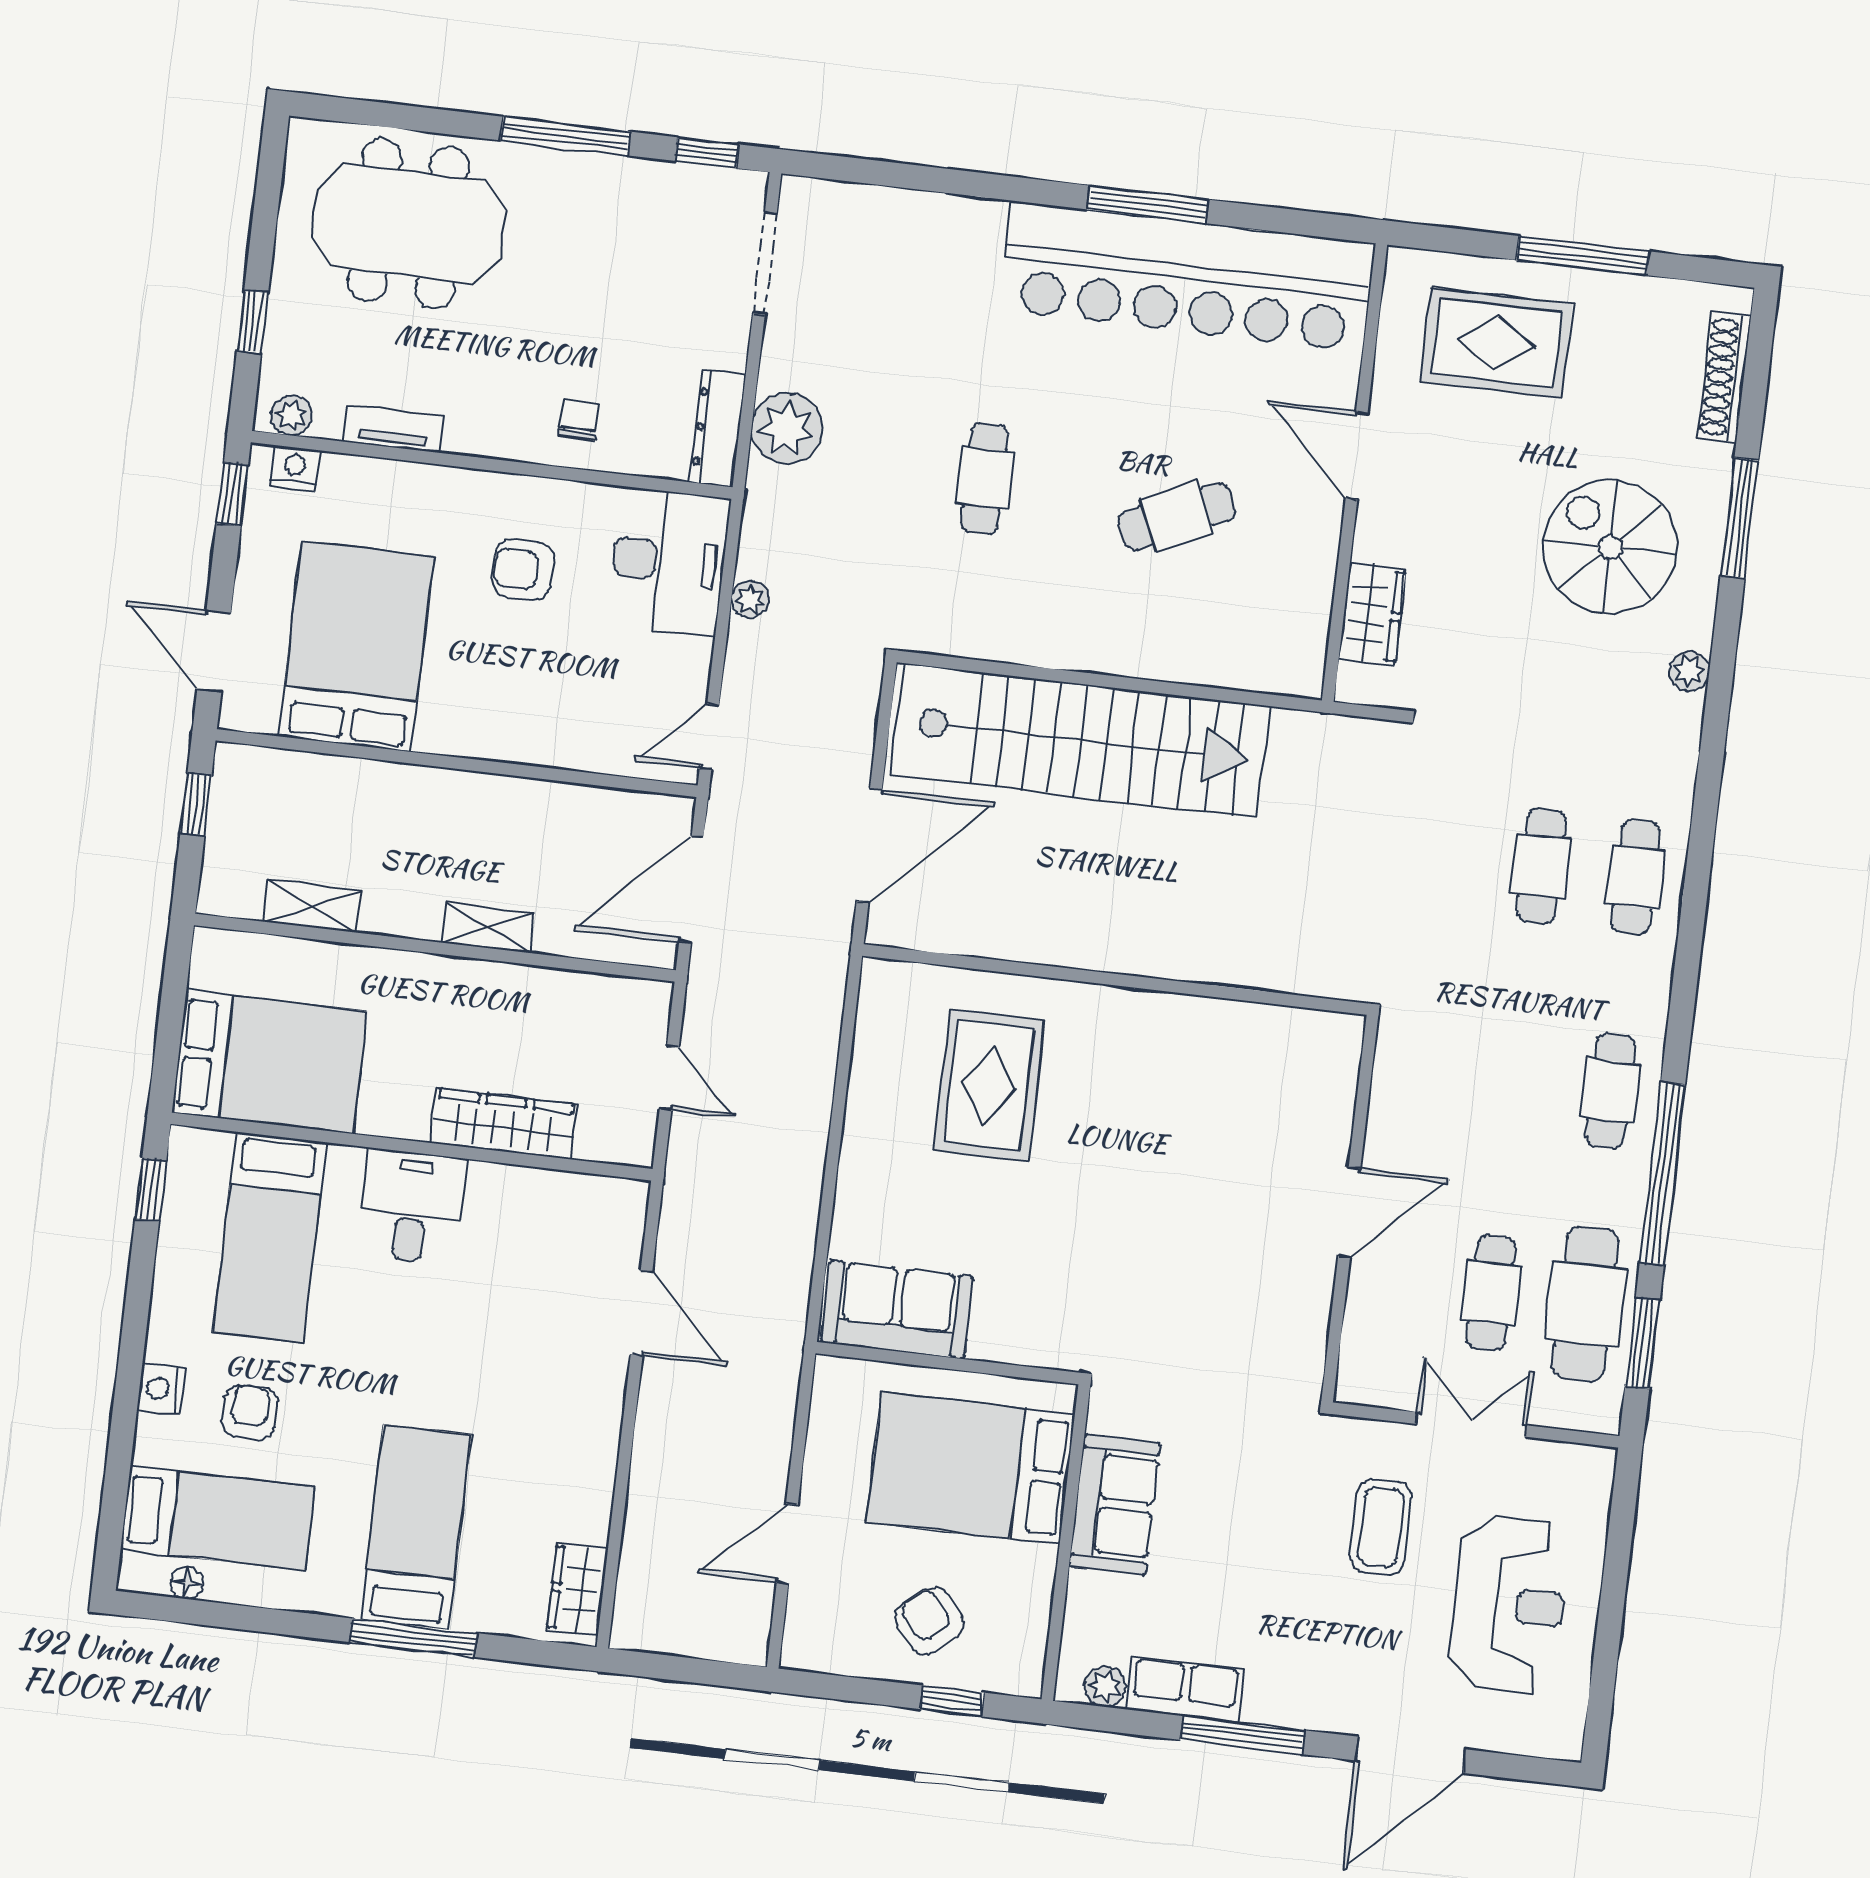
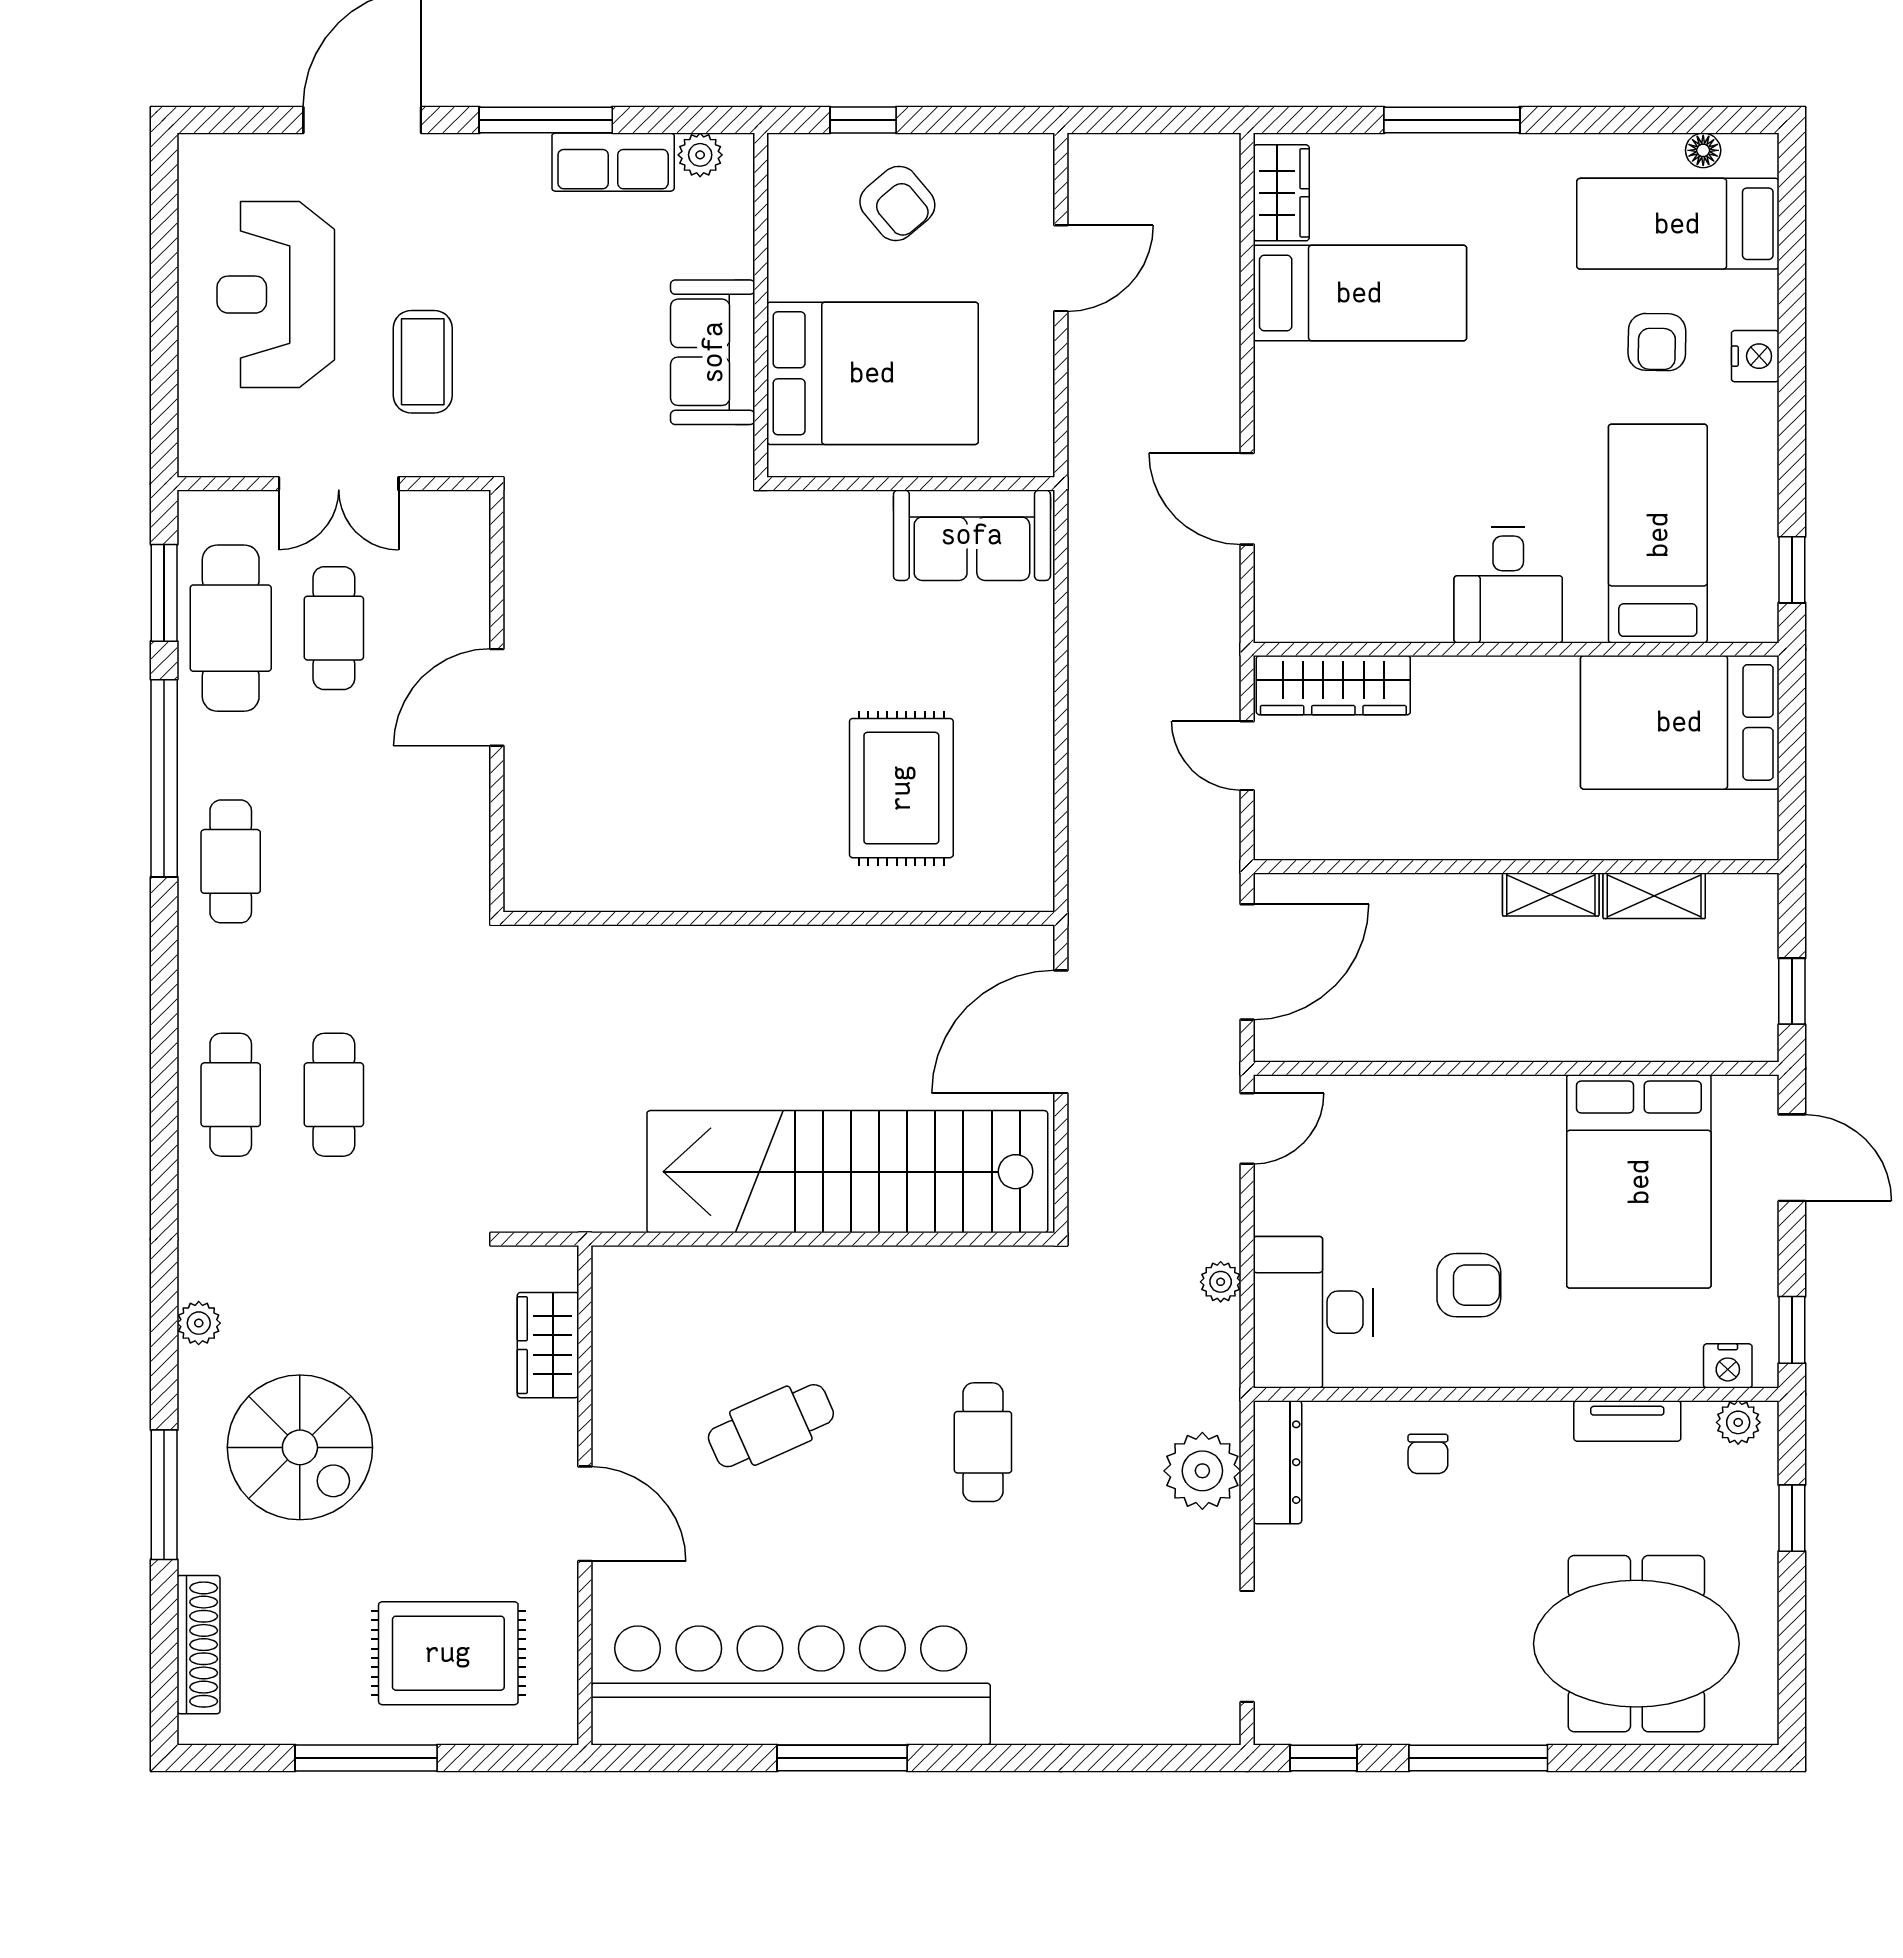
shelving: (488, 928) -> (1551, 894), moved
wardrobe: (504, 1124) -> (1333, 685), moved
bed: (416, 1527) -> (1360, 293), moved, turned -90

